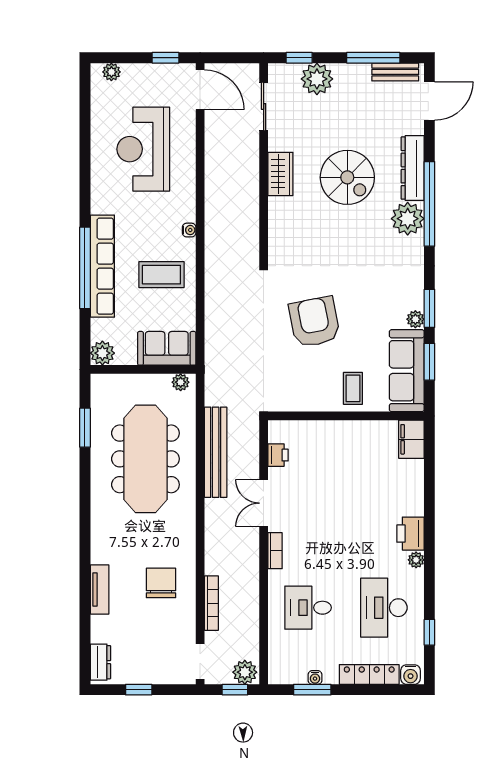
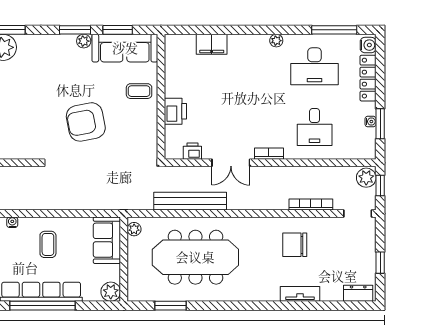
coffee table: (161, 275) -> (48, 244), width x0.73, depth x0.77
filing cabinet: (411, 439) -> (212, 44), moved
printer: (410, 534) -> (175, 111), moved, turned -90
window: (429, 632) -> (334, 30), width x2.17

